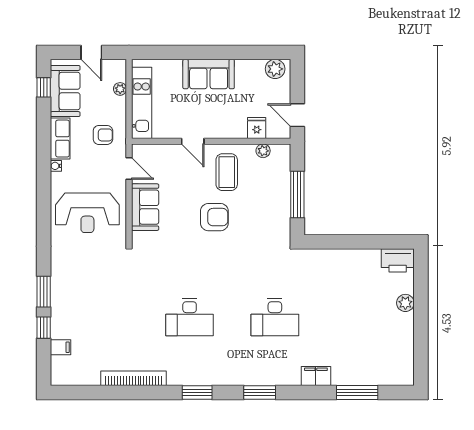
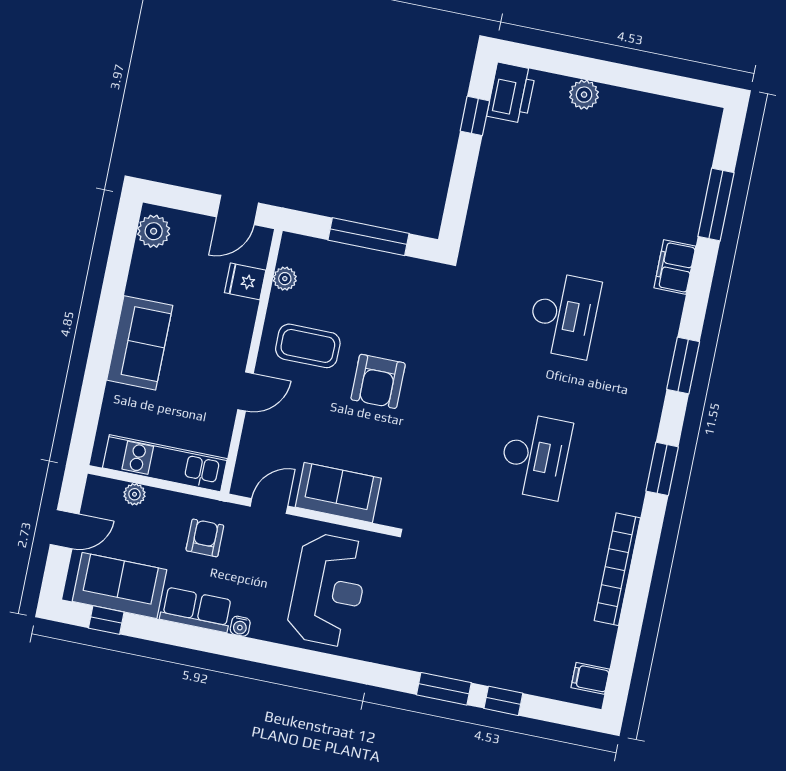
armchair: (214, 217) -> (378, 381), turned 180
window: (380, 242) -> (475, 116), added
filing cabinet: (61, 347) -> (590, 678), moved, turned -90

